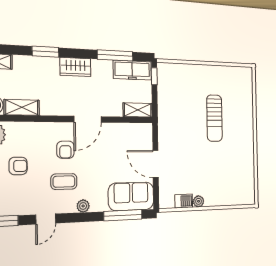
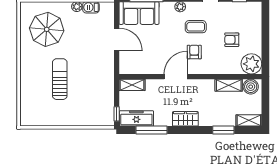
window: (45, 52) -> (223, 130), moved
parasol: (228, 174) -> (47, 29), added

